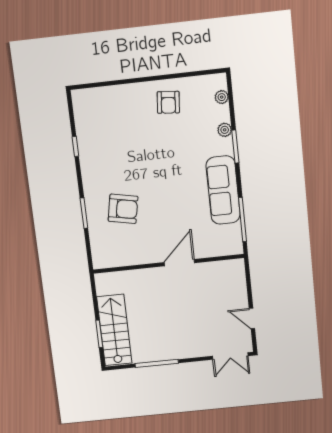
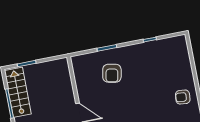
stairs: (114, 330) -> (18, 92), moved, turned -90

